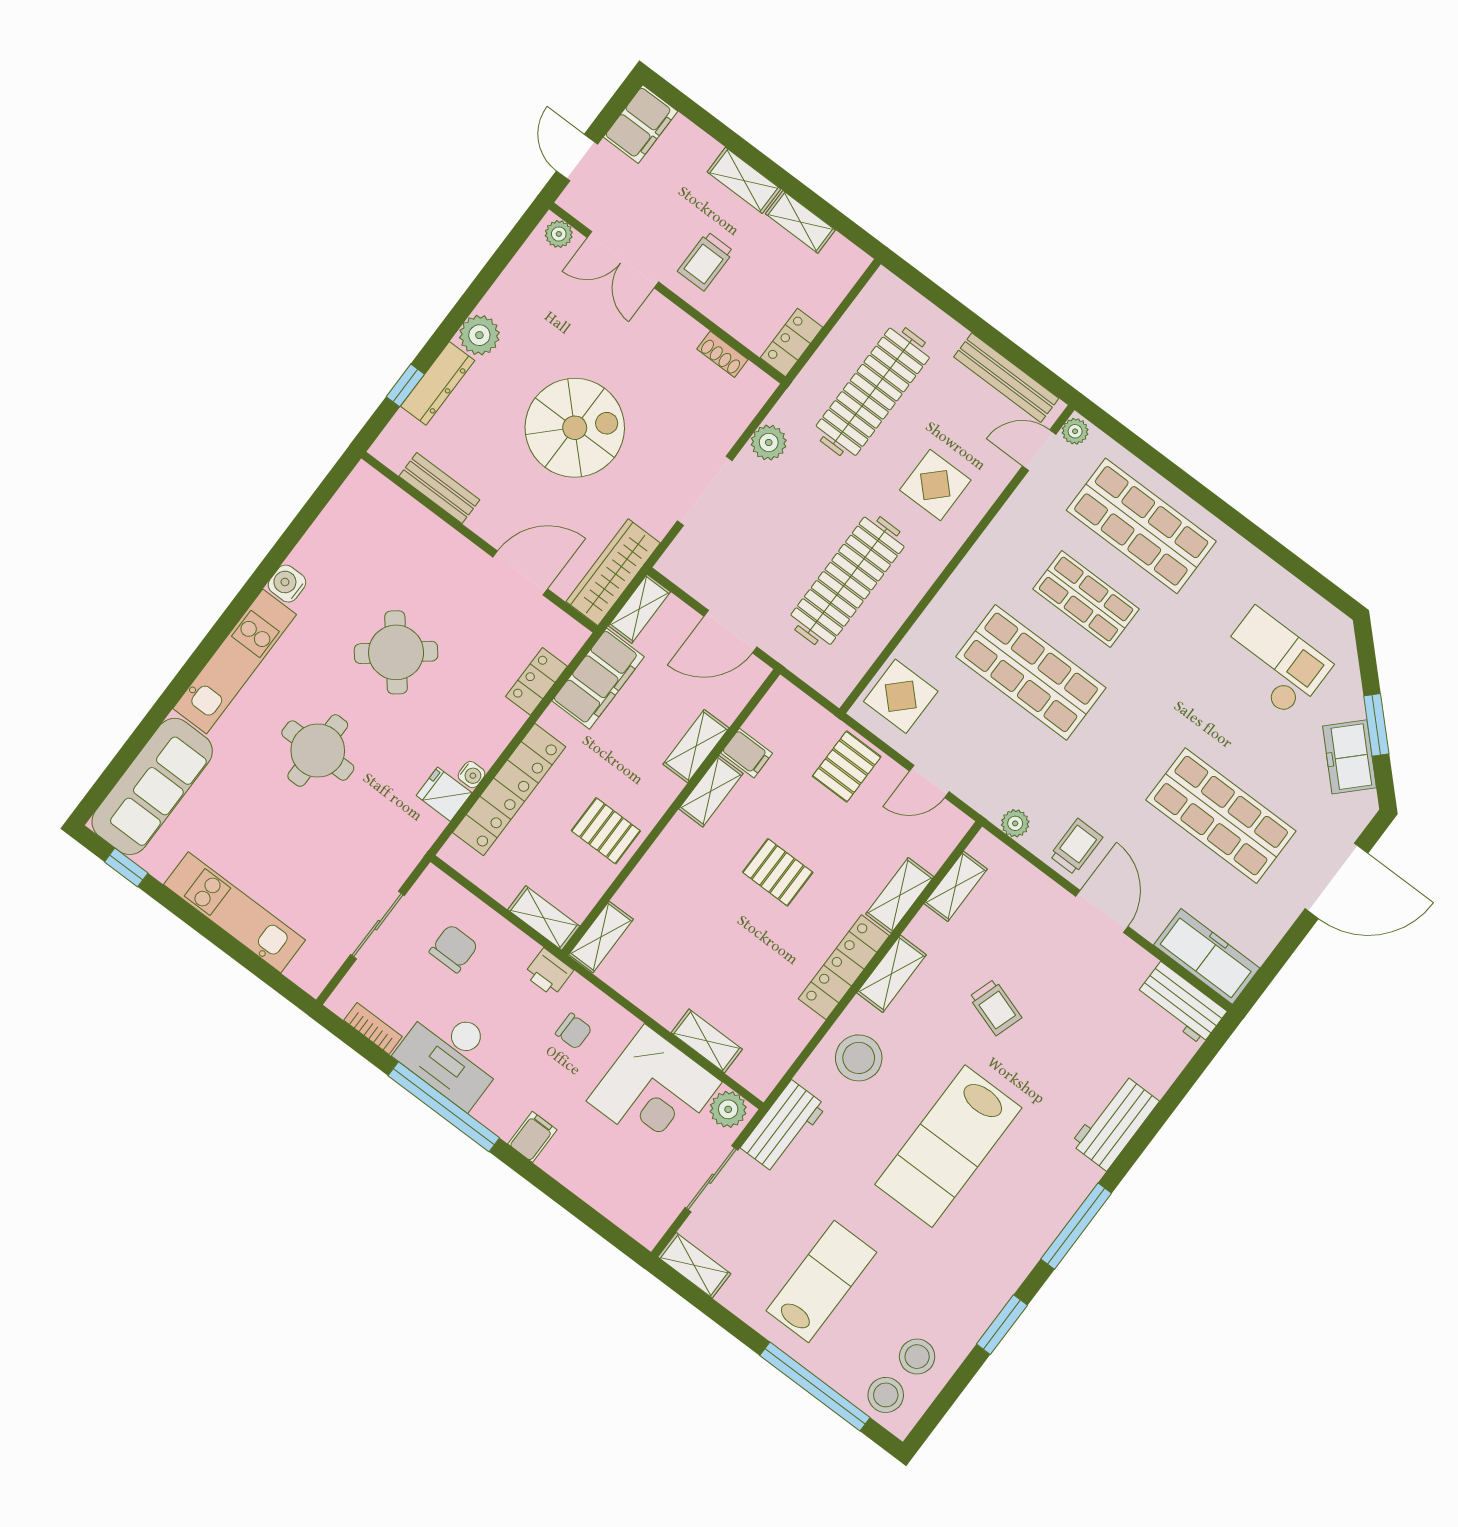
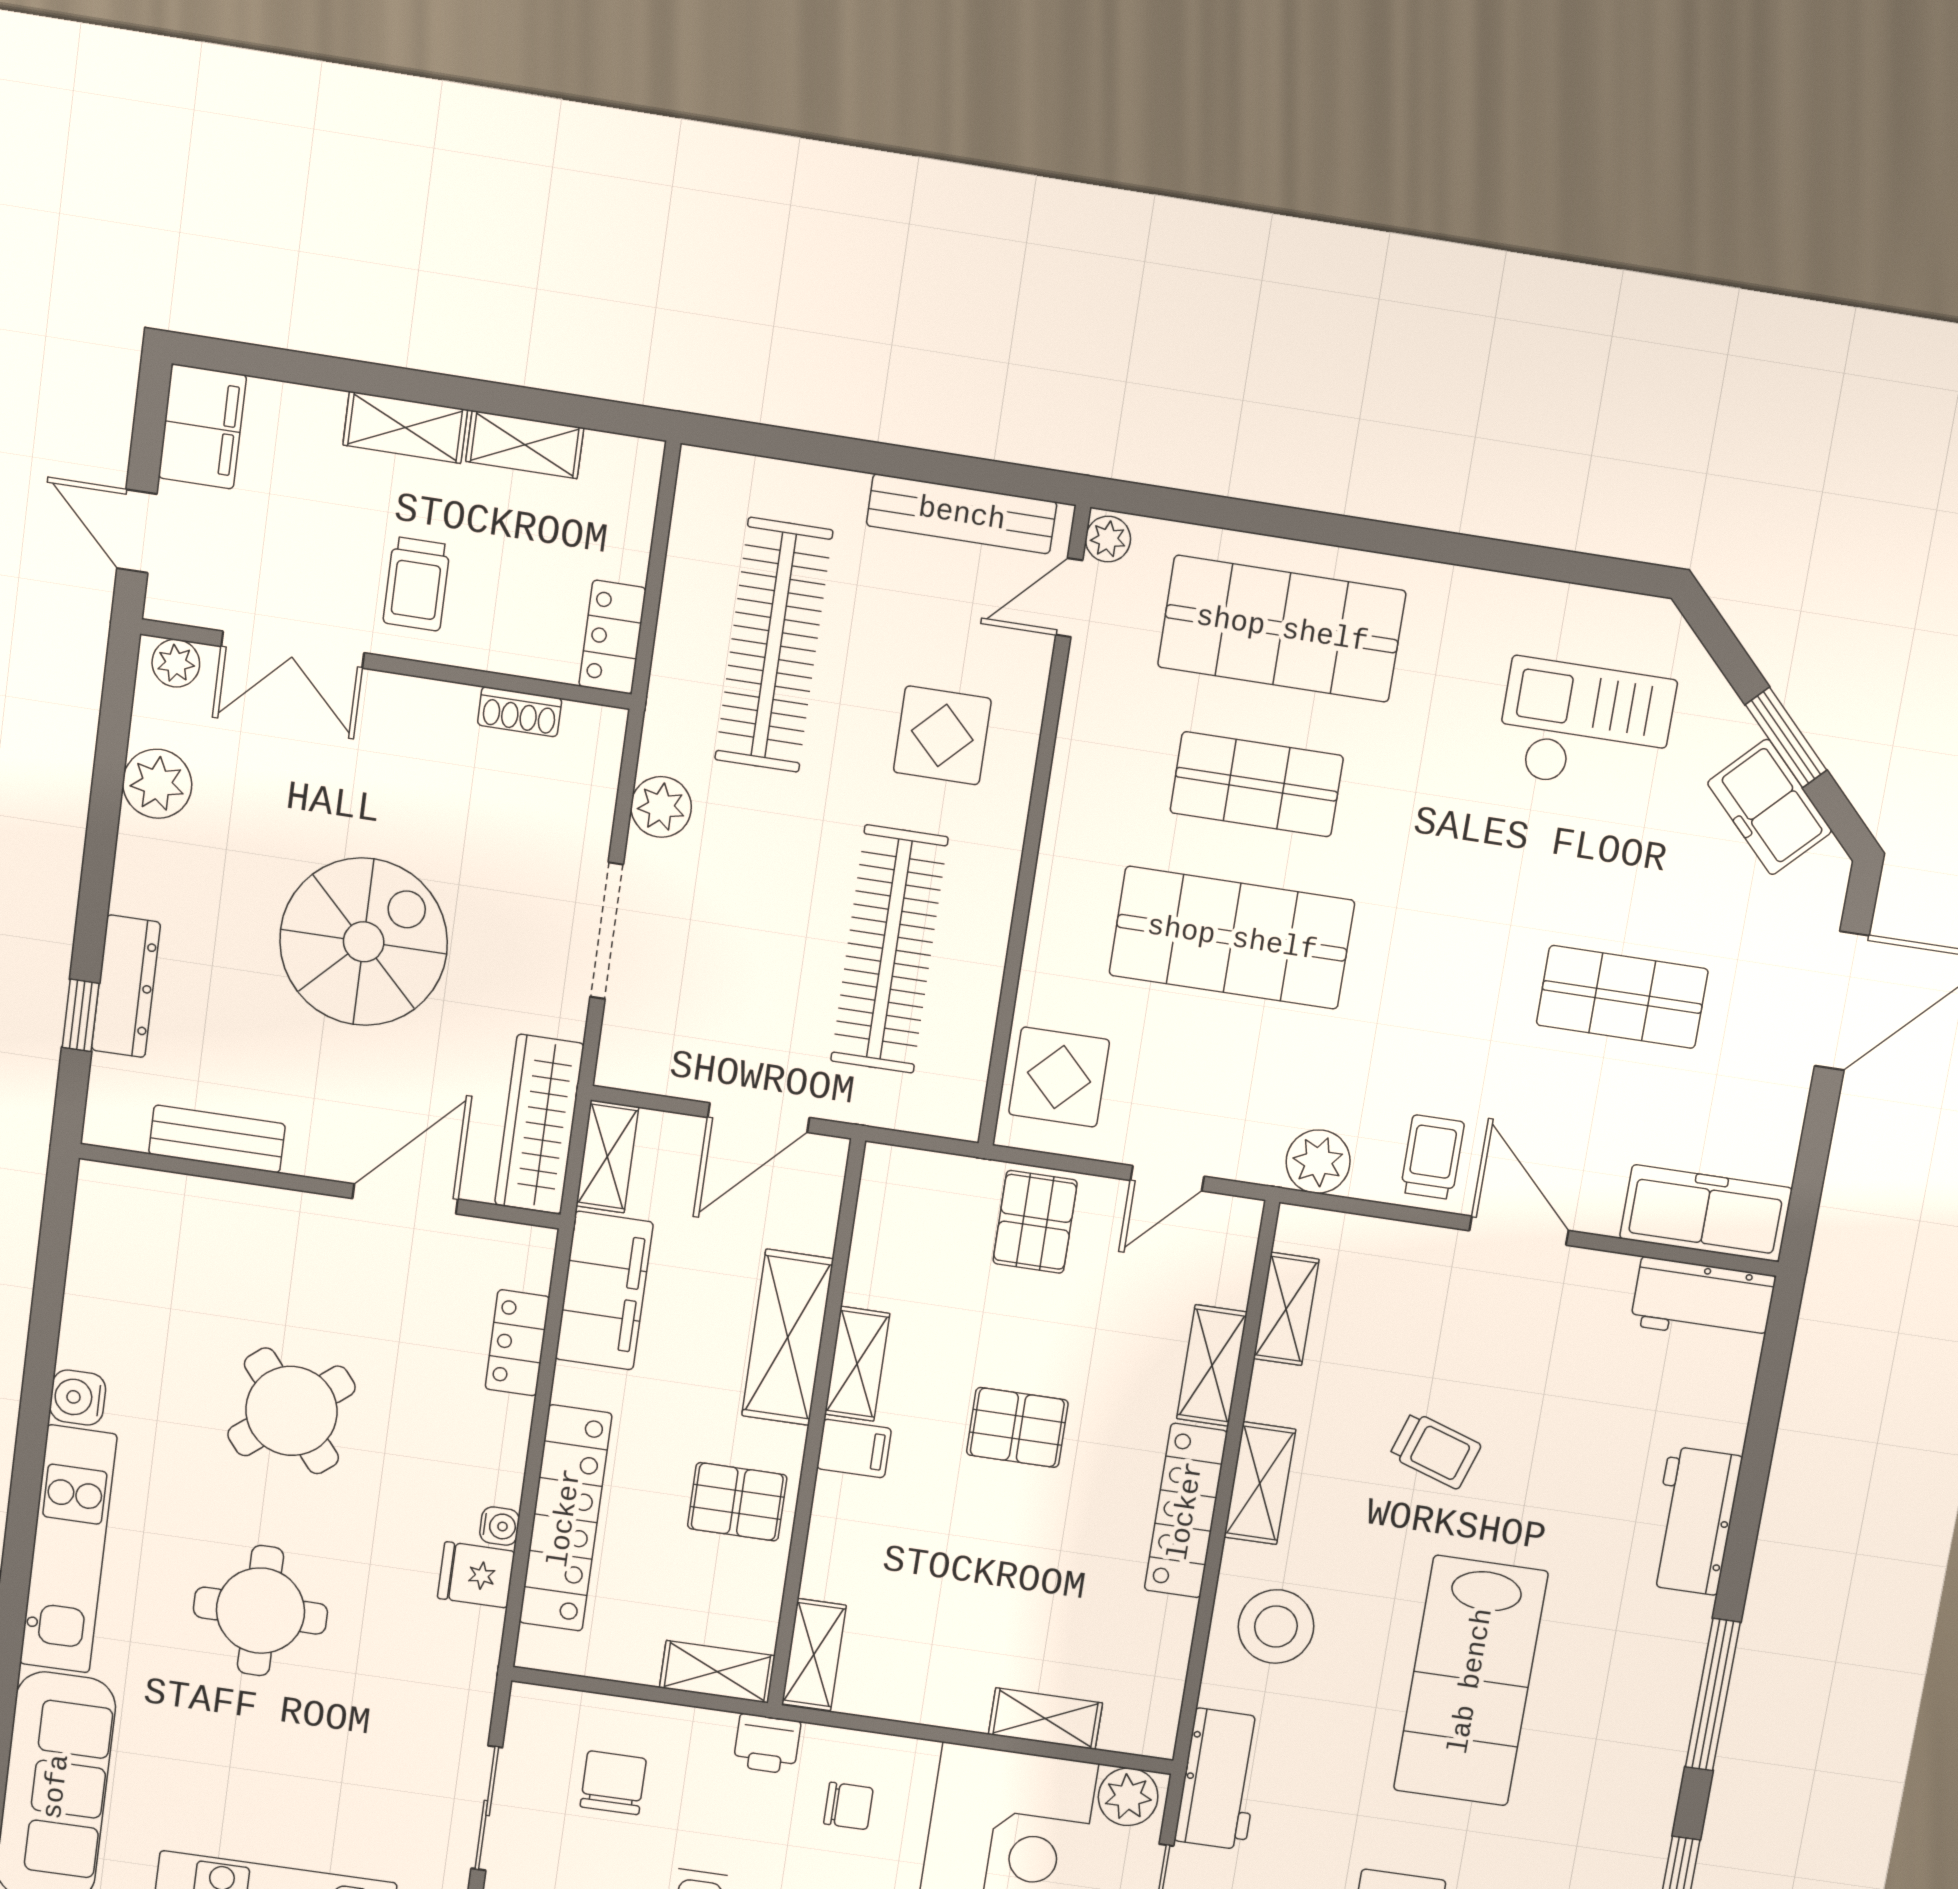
plant: (479, 335) -> (157, 784), moved
shelving: (696, 746) -> (788, 1337), width x1.50, depth x1.33
filing cabinet: (747, 753) -> (854, 1449), moved
shop shelf: (1221, 816) -> (1622, 997), width x0.70, depth x0.74
plant: (1015, 823) -> (1318, 1162), width x1.38, depth x1.38

